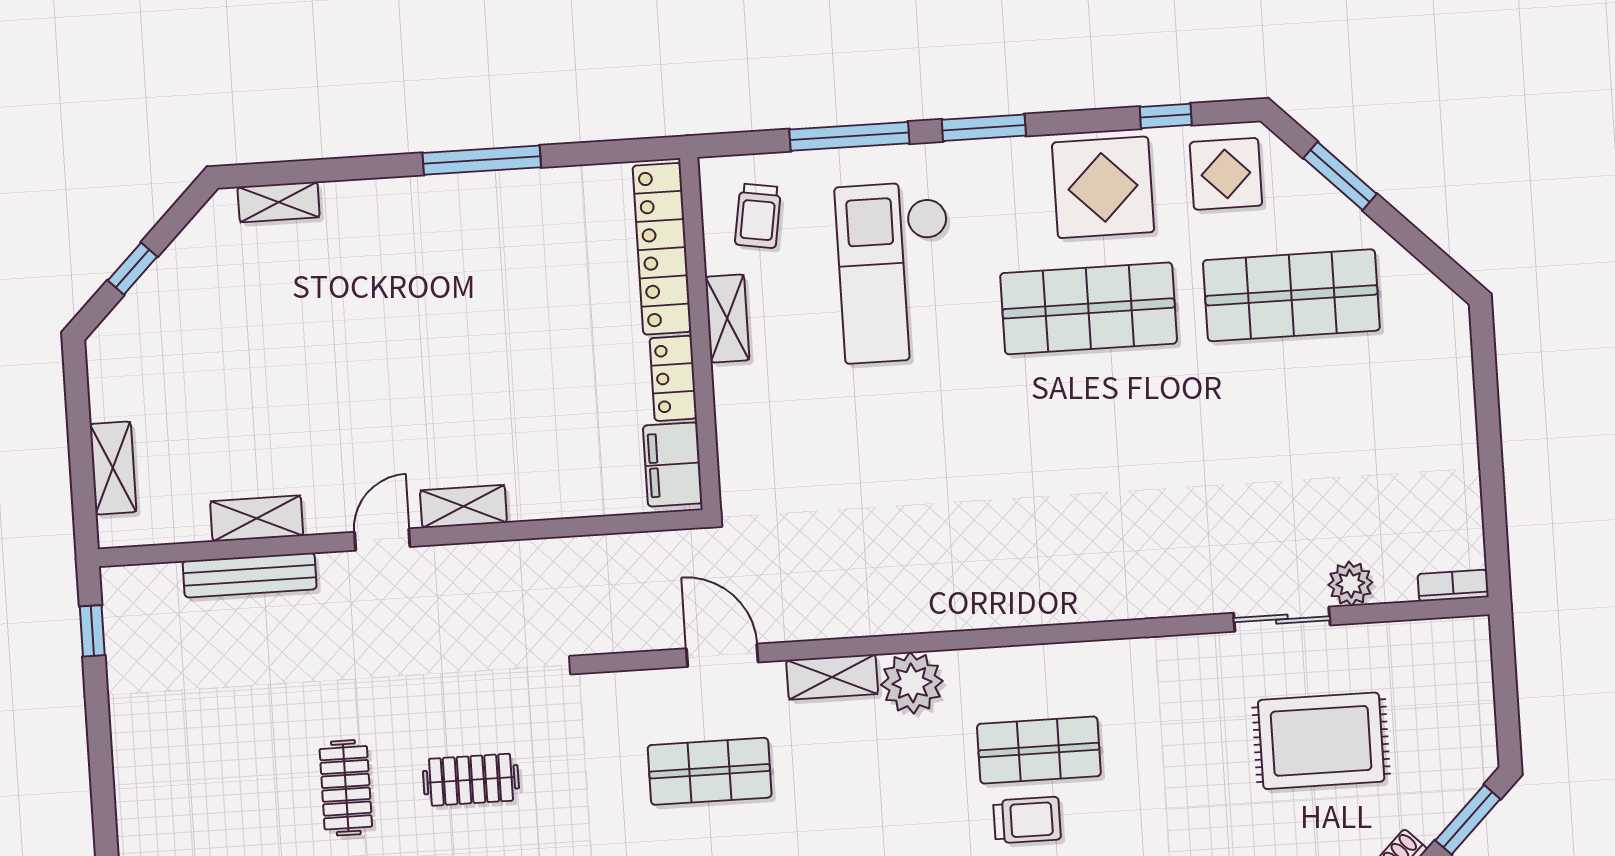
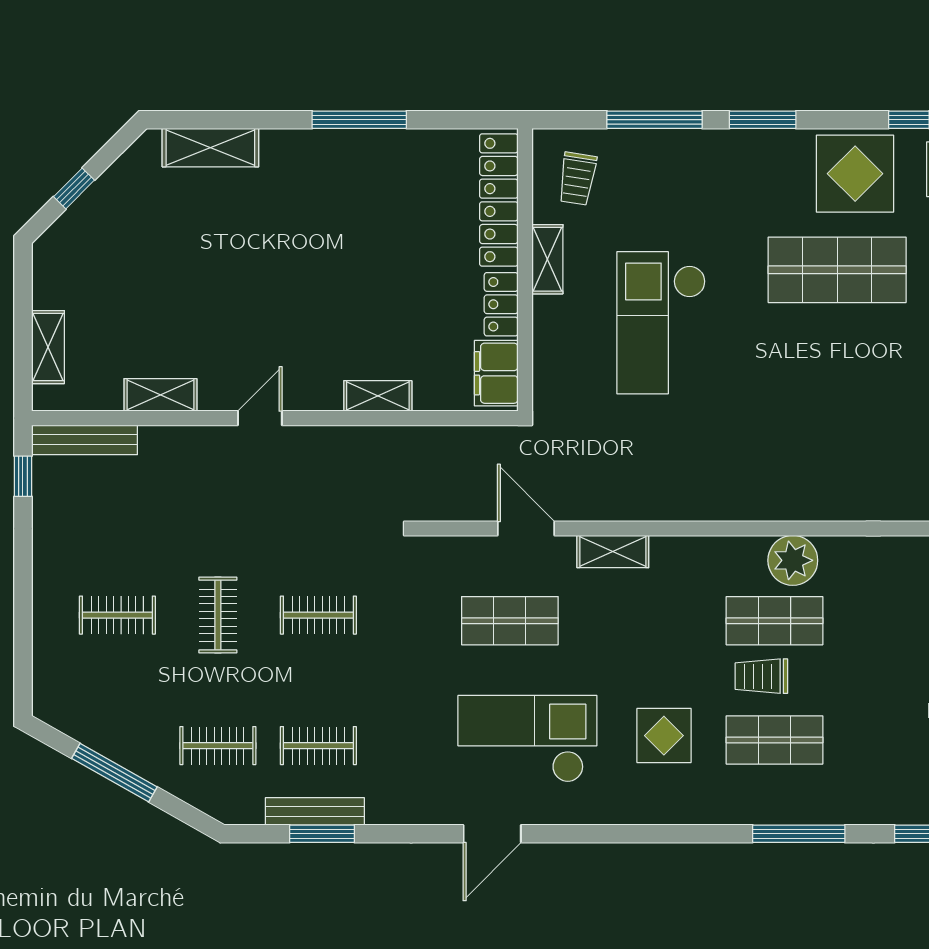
shelving: (279, 202) -> (210, 148), width x1.50, depth x1.33
checkout: (895, 272) -> (661, 323), moved
shelving: (463, 506) -> (378, 396), moved
bench: (250, 575) -> (85, 440), moved
plant: (912, 683) -> (793, 560), moved
clothes rail: (221, 796) -> (117, 615), added
trolley: (1027, 820) -> (761, 676), turned 180

